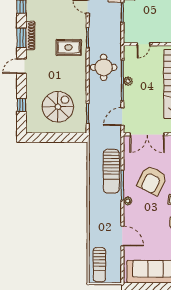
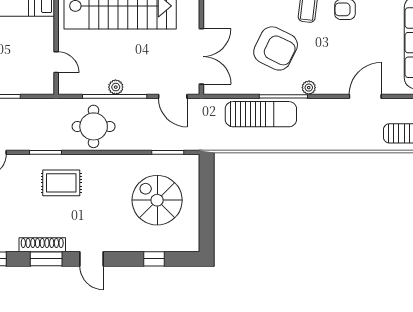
rug: (69, 47) -> (61, 183), turned 90

